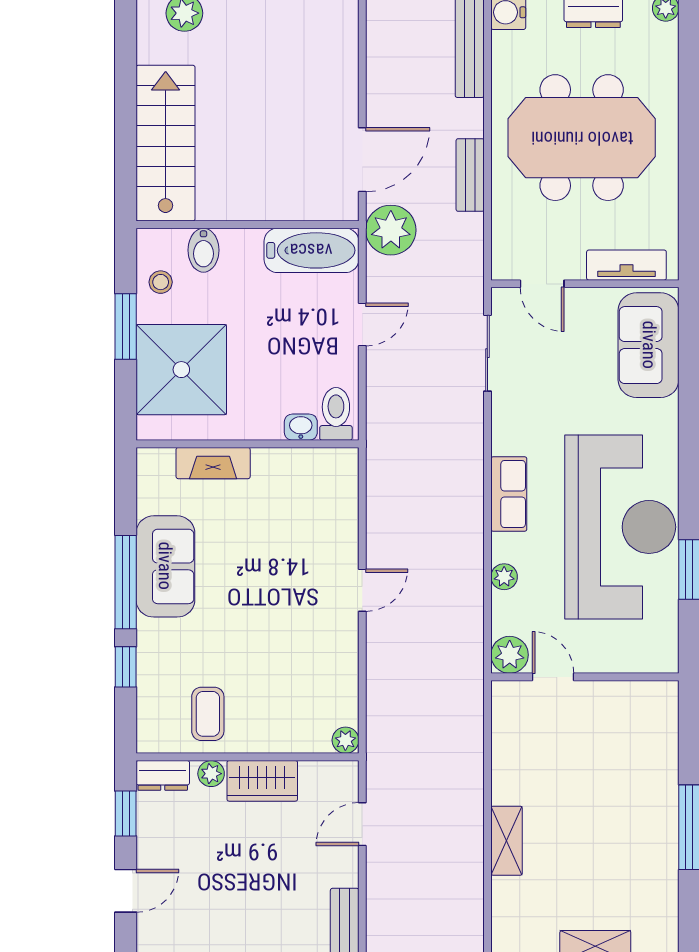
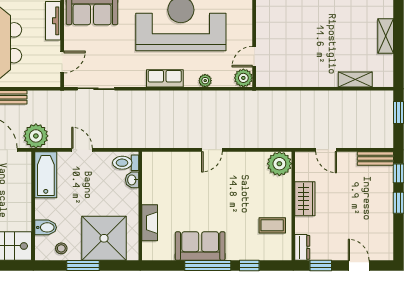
door: (362, 590) -> (212, 150), swing flipped
plant: (345, 740) -> (279, 164), width x1.88, depth x1.88
plant: (211, 774) -> (301, 224), removed
shelving: (507, 841) -> (355, 79), moved

